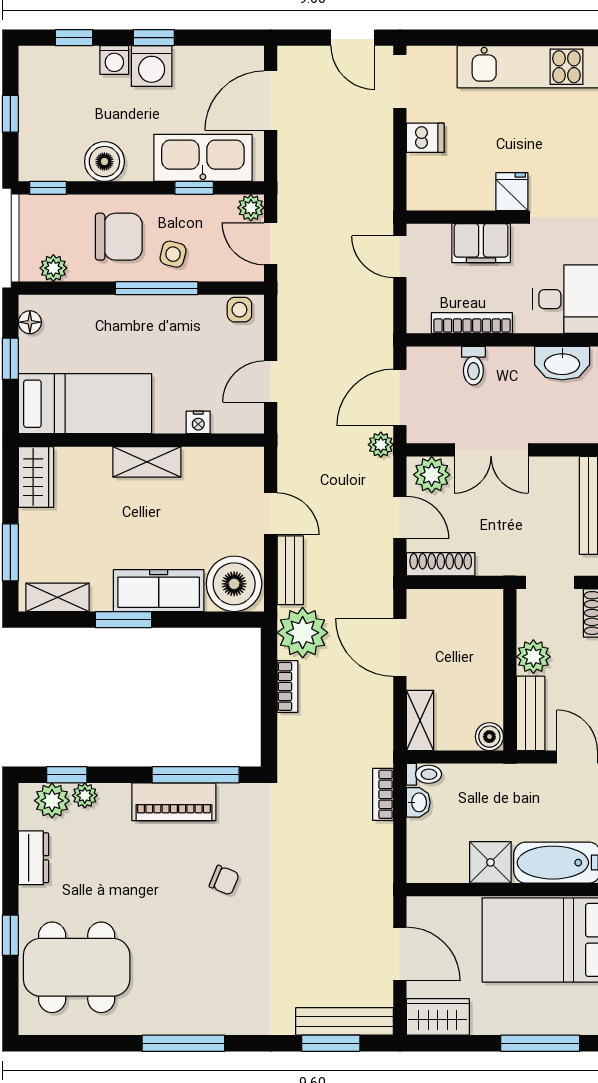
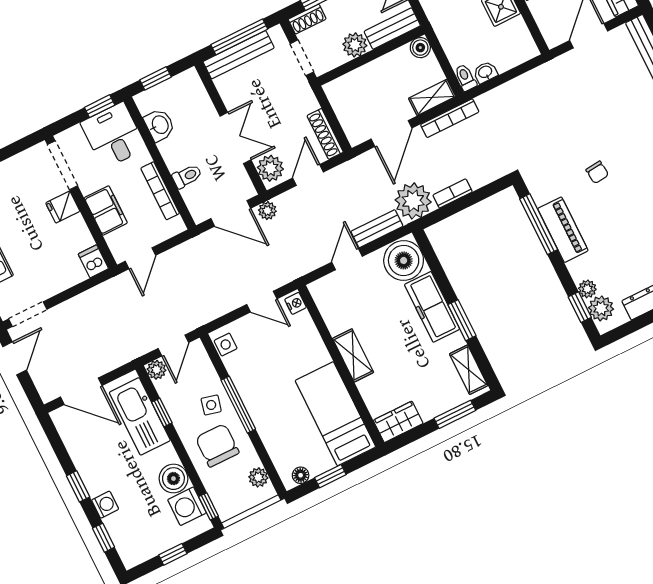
washing machine: (152, 66) -> (187, 506), moved, turned 180
dishwasher: (425, 138) -> (93, 261), moved
washbasin: (562, 363) -> (160, 125), width x0.72
nightstand: (198, 422) -> (296, 303), moved
bookcase: (383, 794) -> (450, 118), moved, width x1.56
chair: (224, 880) -> (597, 172), turned 152

